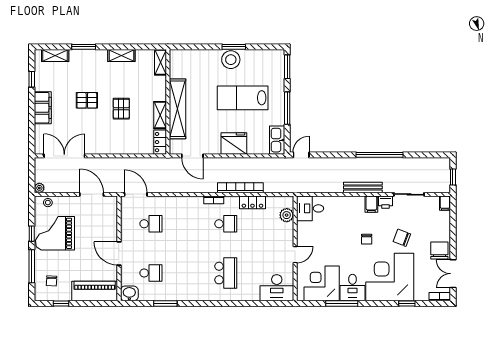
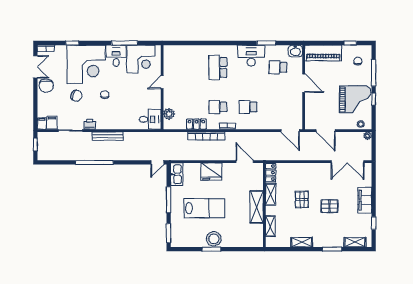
shelving: (160, 62) -> (270, 226), moved
shelving: (178, 109) -> (257, 207), width x0.68
filing cabinet: (371, 204) -> (52, 123), moved
school desk: (151, 224) -> (248, 107), moved
desk: (277, 288) -> (251, 56), moved

